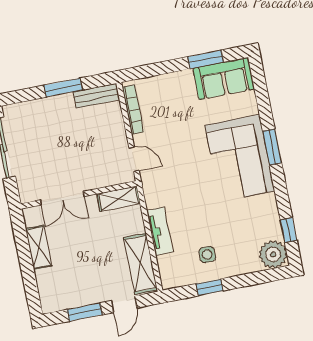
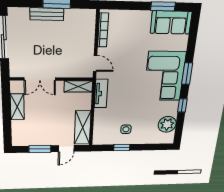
bench: (96, 96) -> (47, 14), moved
window: (289, 230) -> (182, 106), moved
tv unit: (160, 231) -> (101, 94), moved
plant: (273, 254) -> (167, 124), moved

